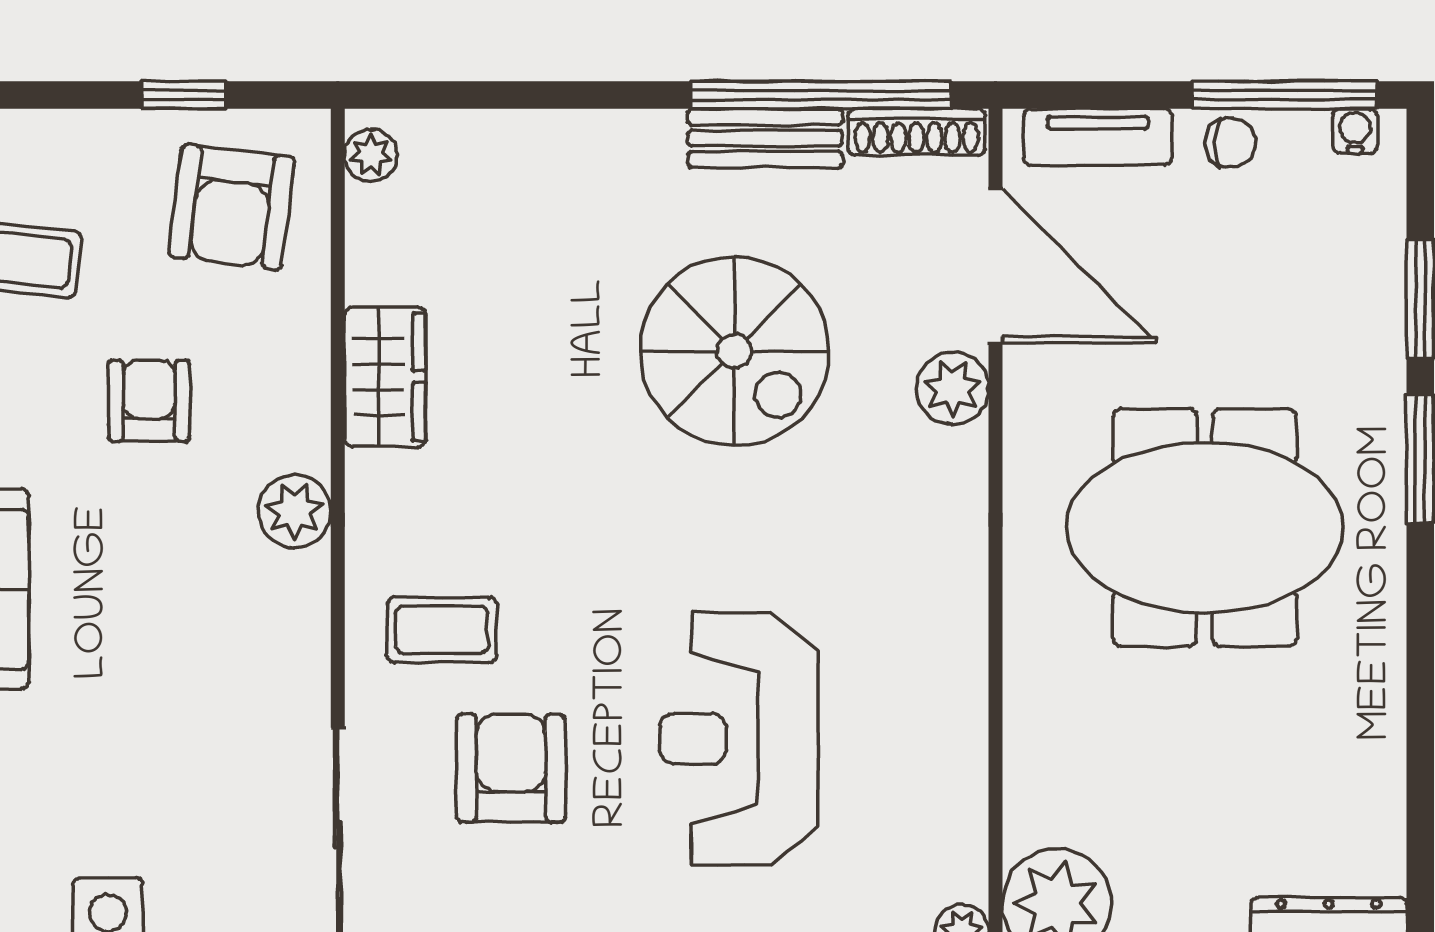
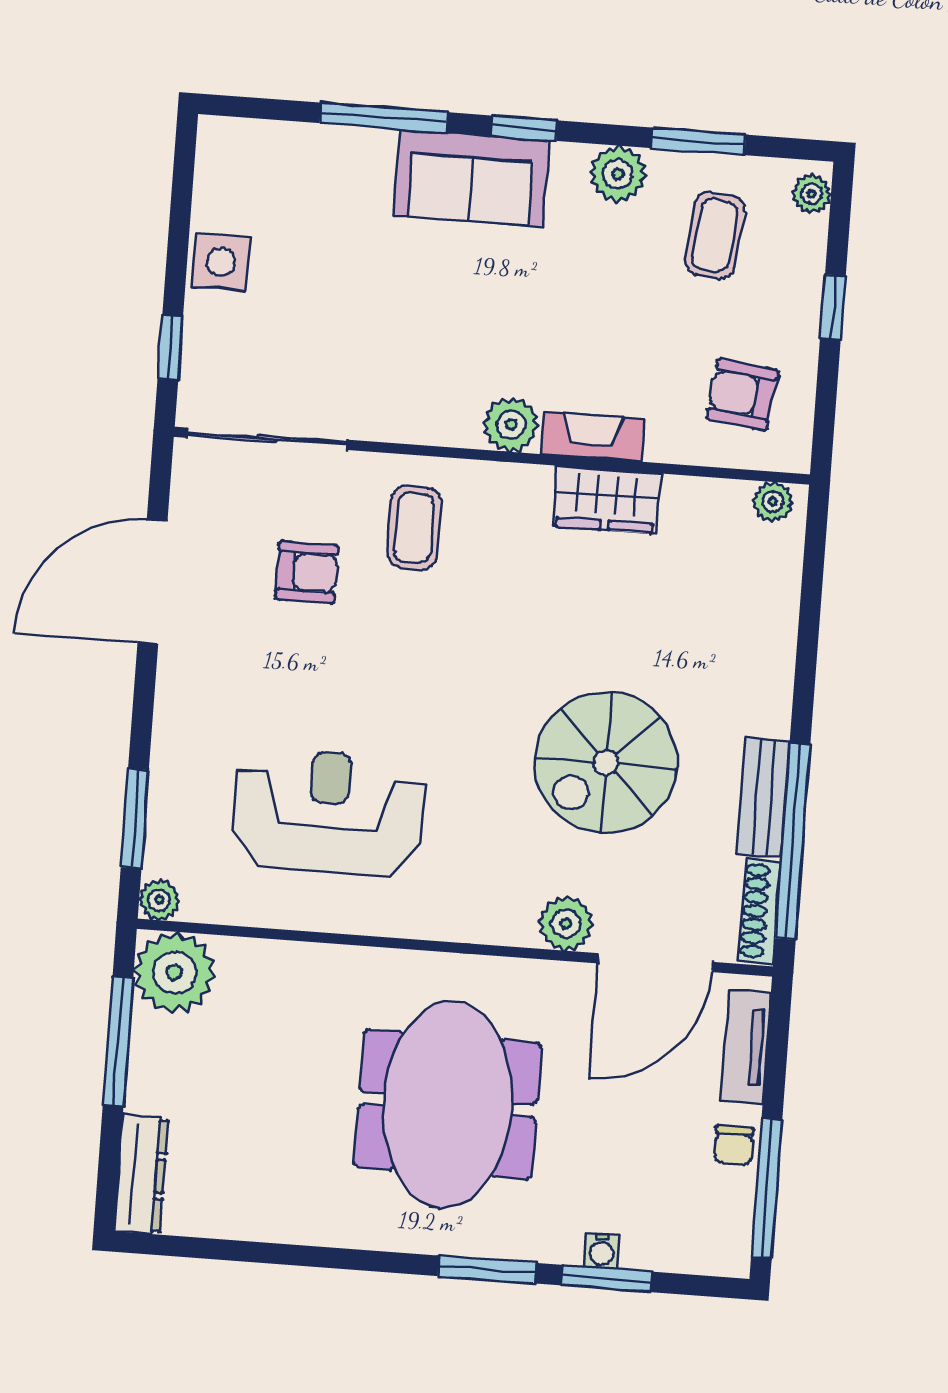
window: (184, 95) -> (833, 307), moved
water cooler: (1355, 131) -> (602, 1251), moved, turned 90
armchair: (232, 207) -> (742, 395), width x0.72, depth x0.72
armchair: (149, 401) -> (602, 322), removed
fireplace: (302, 402) -> (592, 437), added
reception desk: (739, 739) -> (328, 812), moved
armchair: (511, 768) -> (307, 572), width x0.72, depth x0.72

